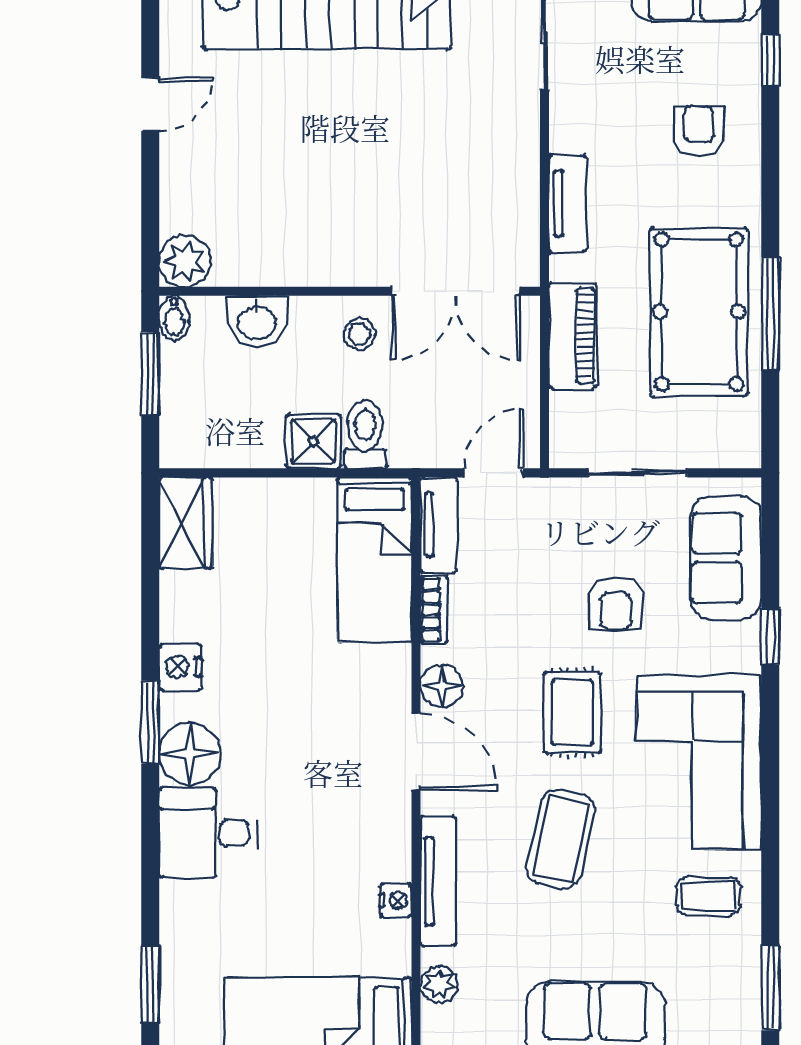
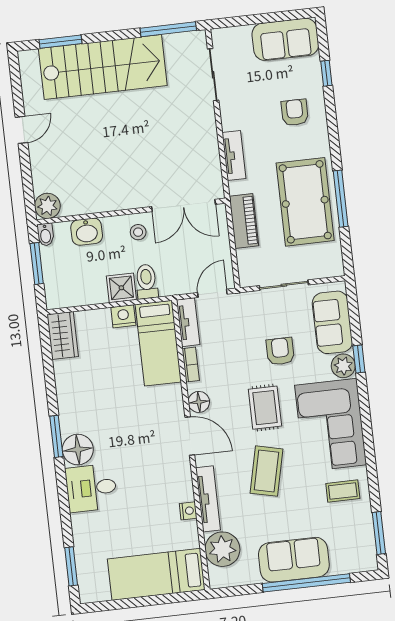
armchair: (615, 604) -> (280, 351), turned 180
plant: (738, 647) -> (343, 366), added
nightstand: (180, 667) -> (123, 316), moved, turned 90
plant: (439, 985) -> (222, 549), width x1.87, depth x1.87

